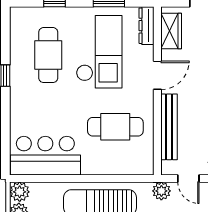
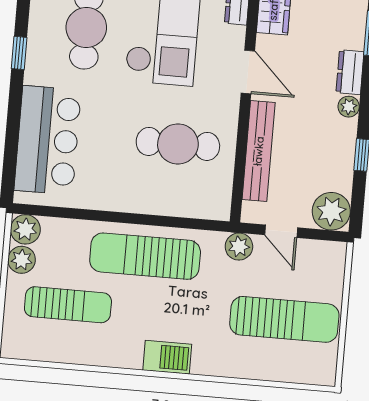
door: (157, 75) -> (248, 72), hinge flipped
bar counter: (45, 156) -> (48, 140), moved, turned 90

